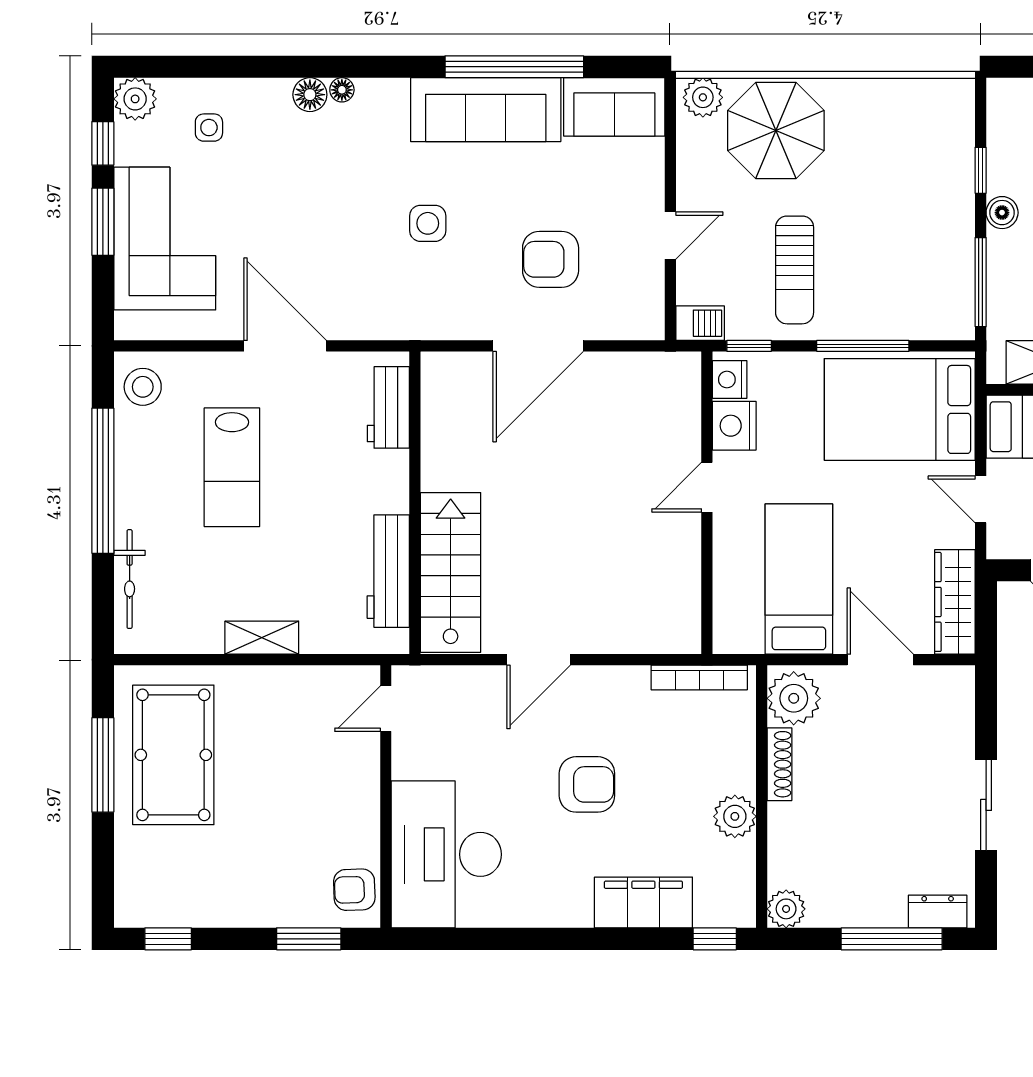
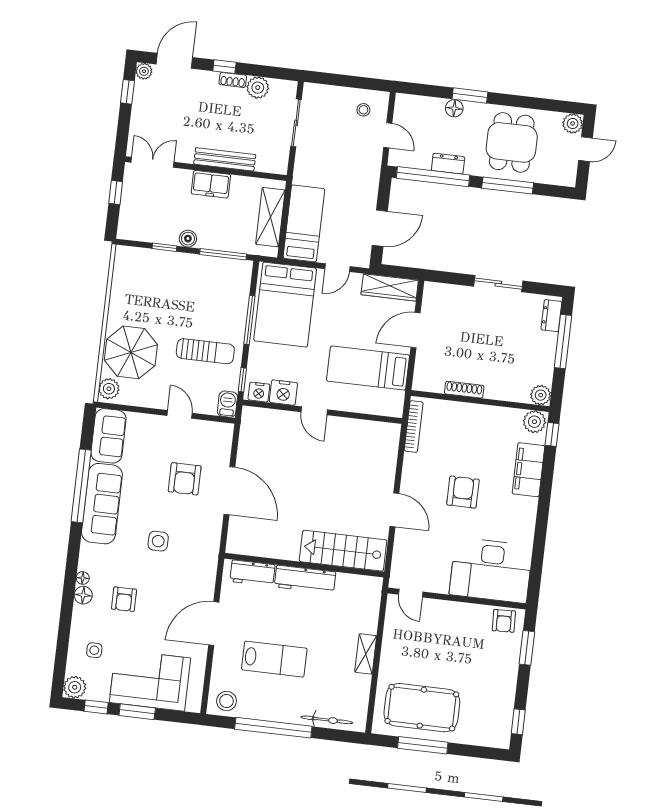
armchair: (311, 172) -> (124, 599), added
workbench: (388, 571) -> (305, 579), moved
plant: (794, 698) -> (430, 378), removed
plant: (735, 816) -> (534, 422), moved

